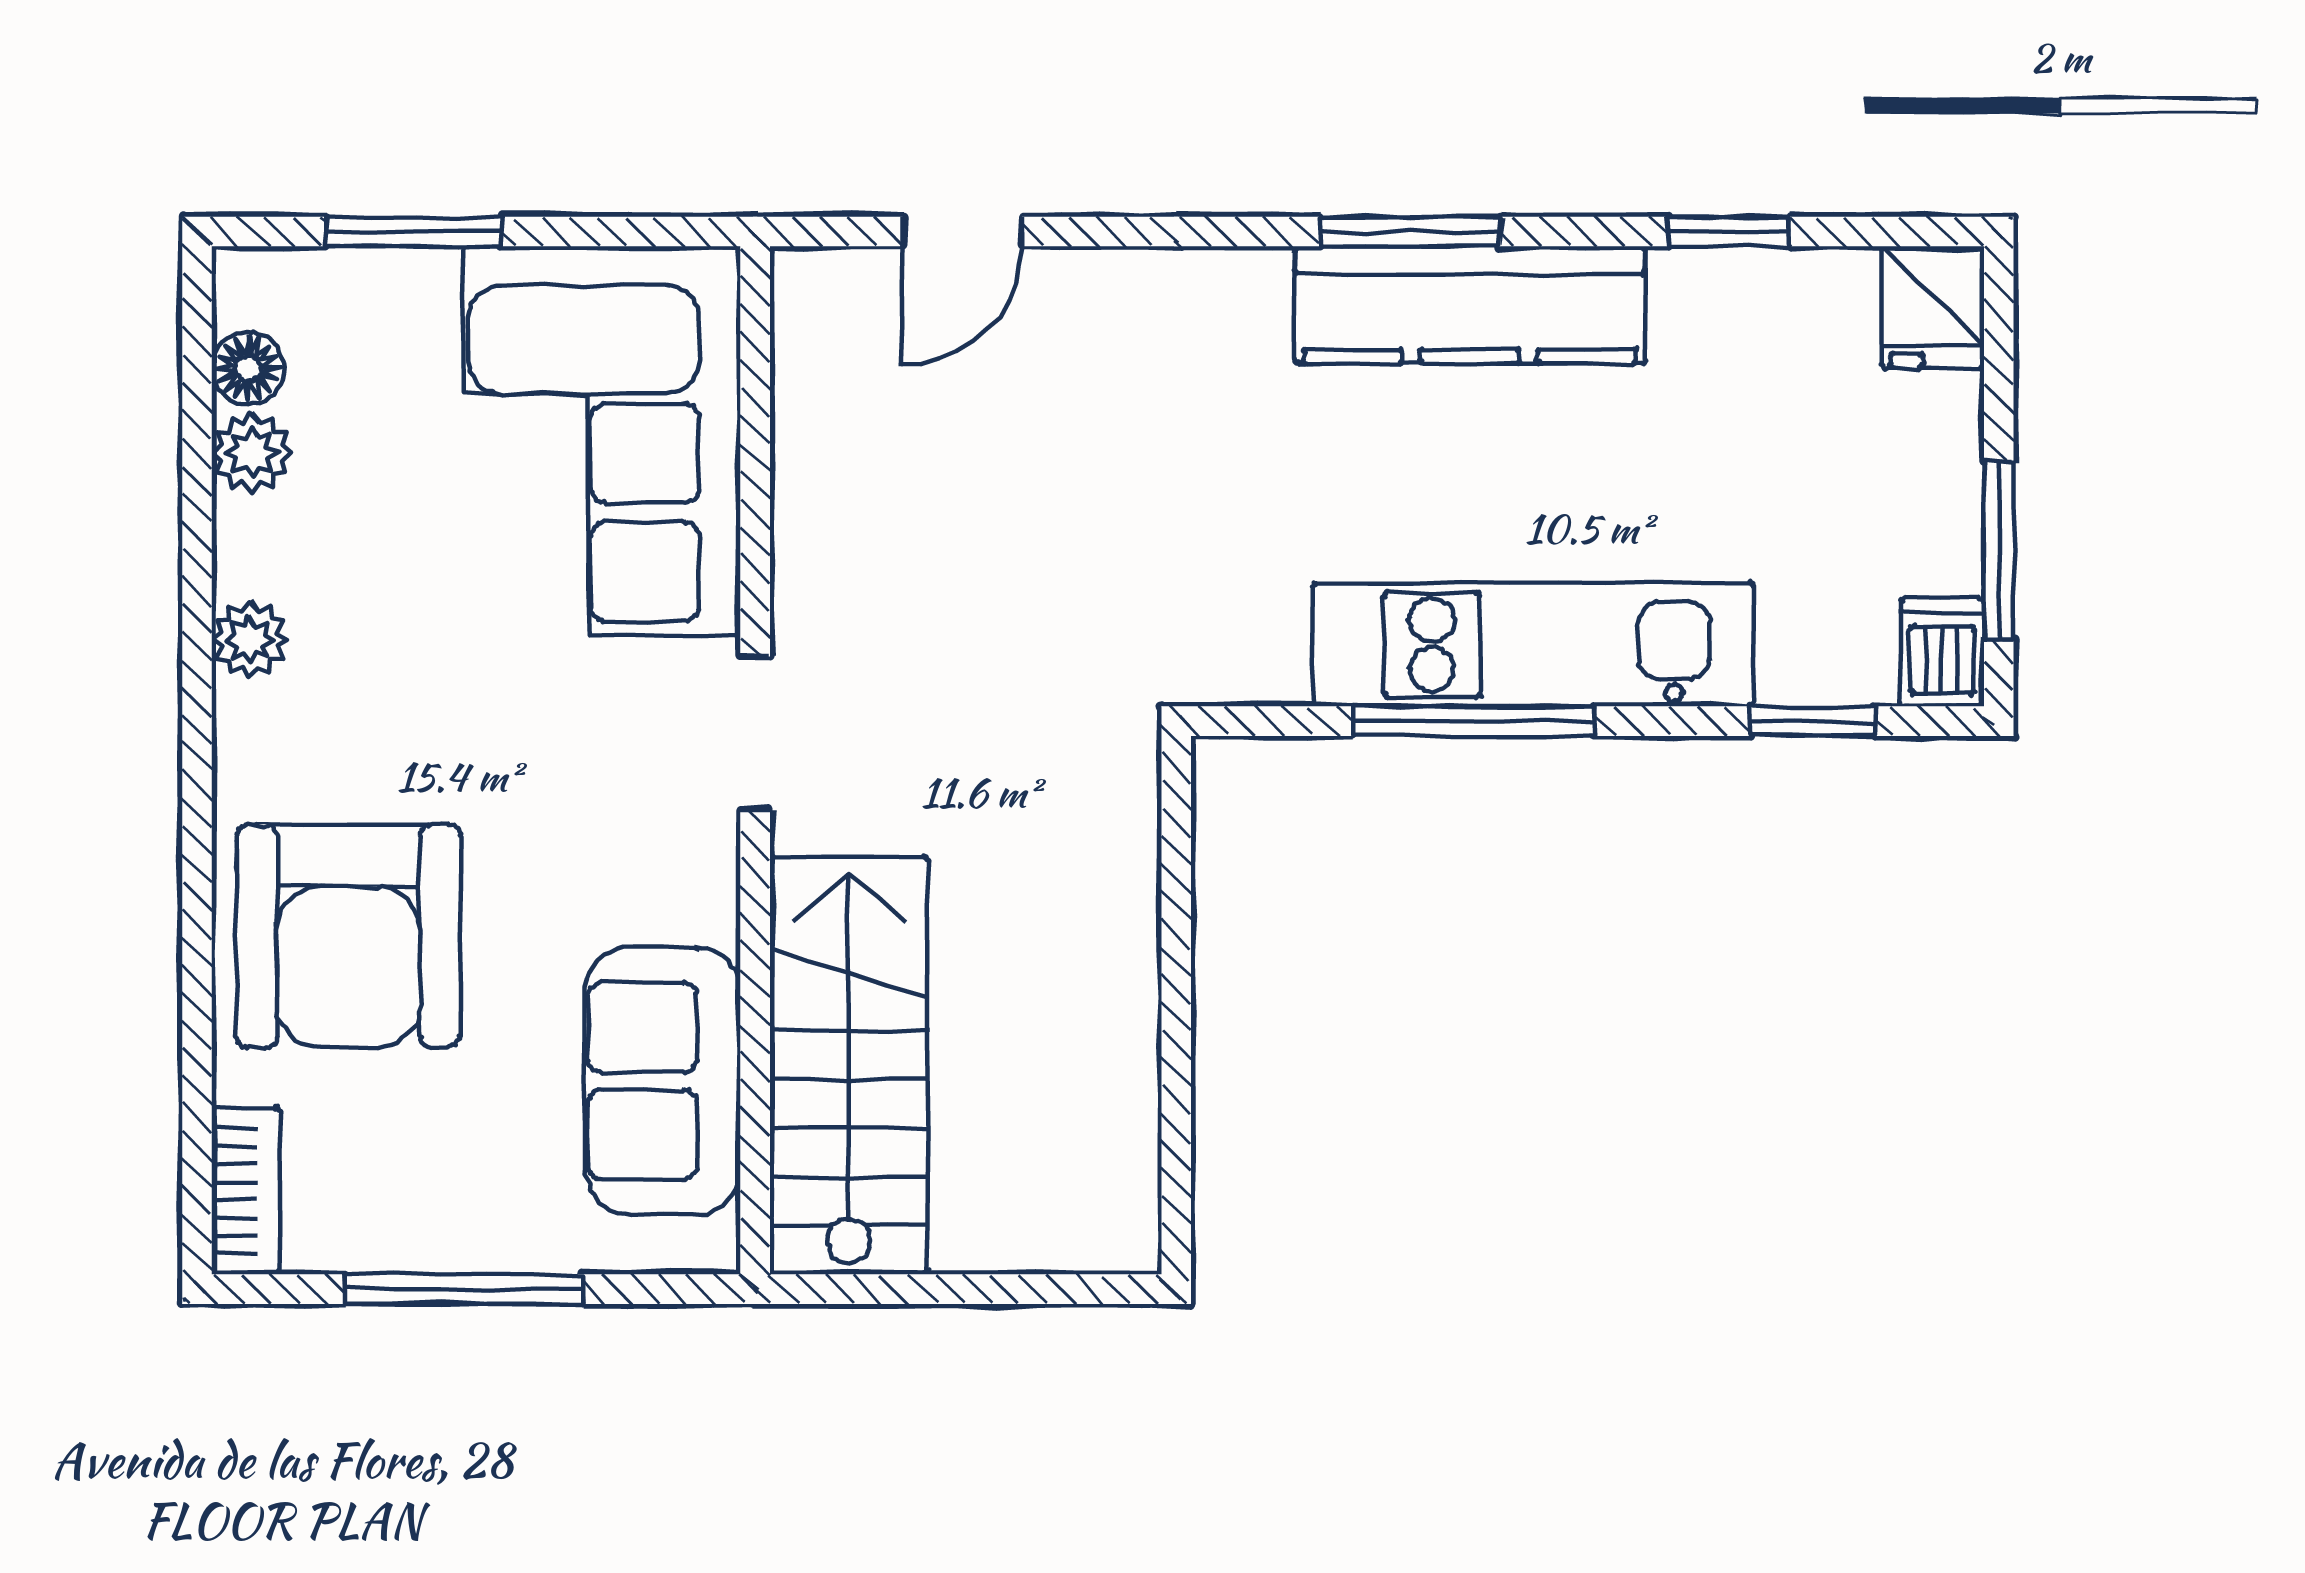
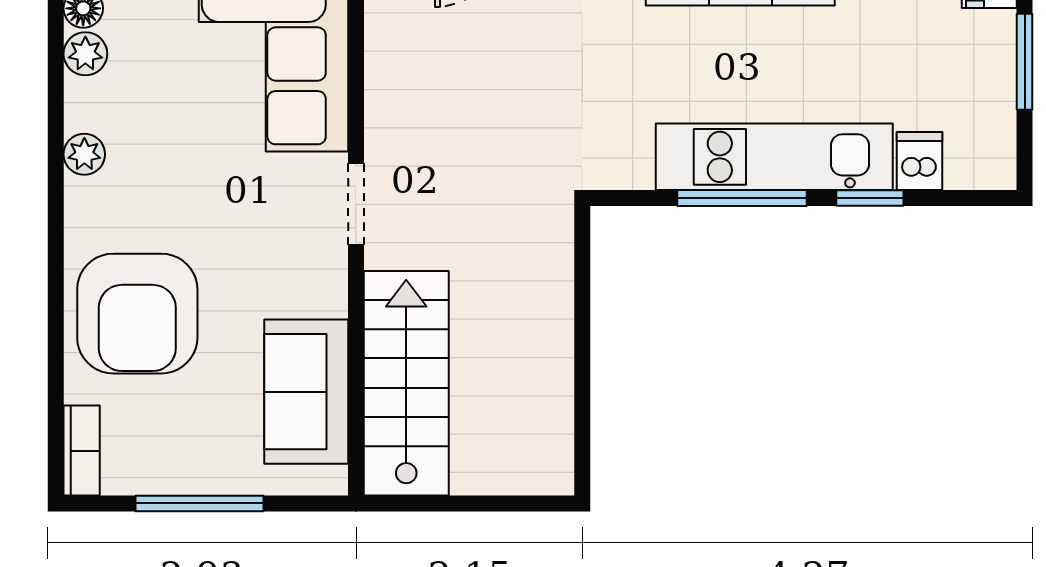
window: (1999, 551) -> (1025, 62), moved
dishwasher: (1942, 652) -> (919, 161), moved
window: (1813, 721) -> (870, 198), moved

